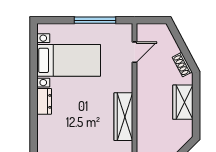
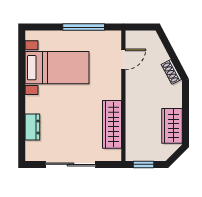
dresser: (44, 101) -> (32, 127), moved
wardrobe: (183, 102) -> (172, 126), moved

